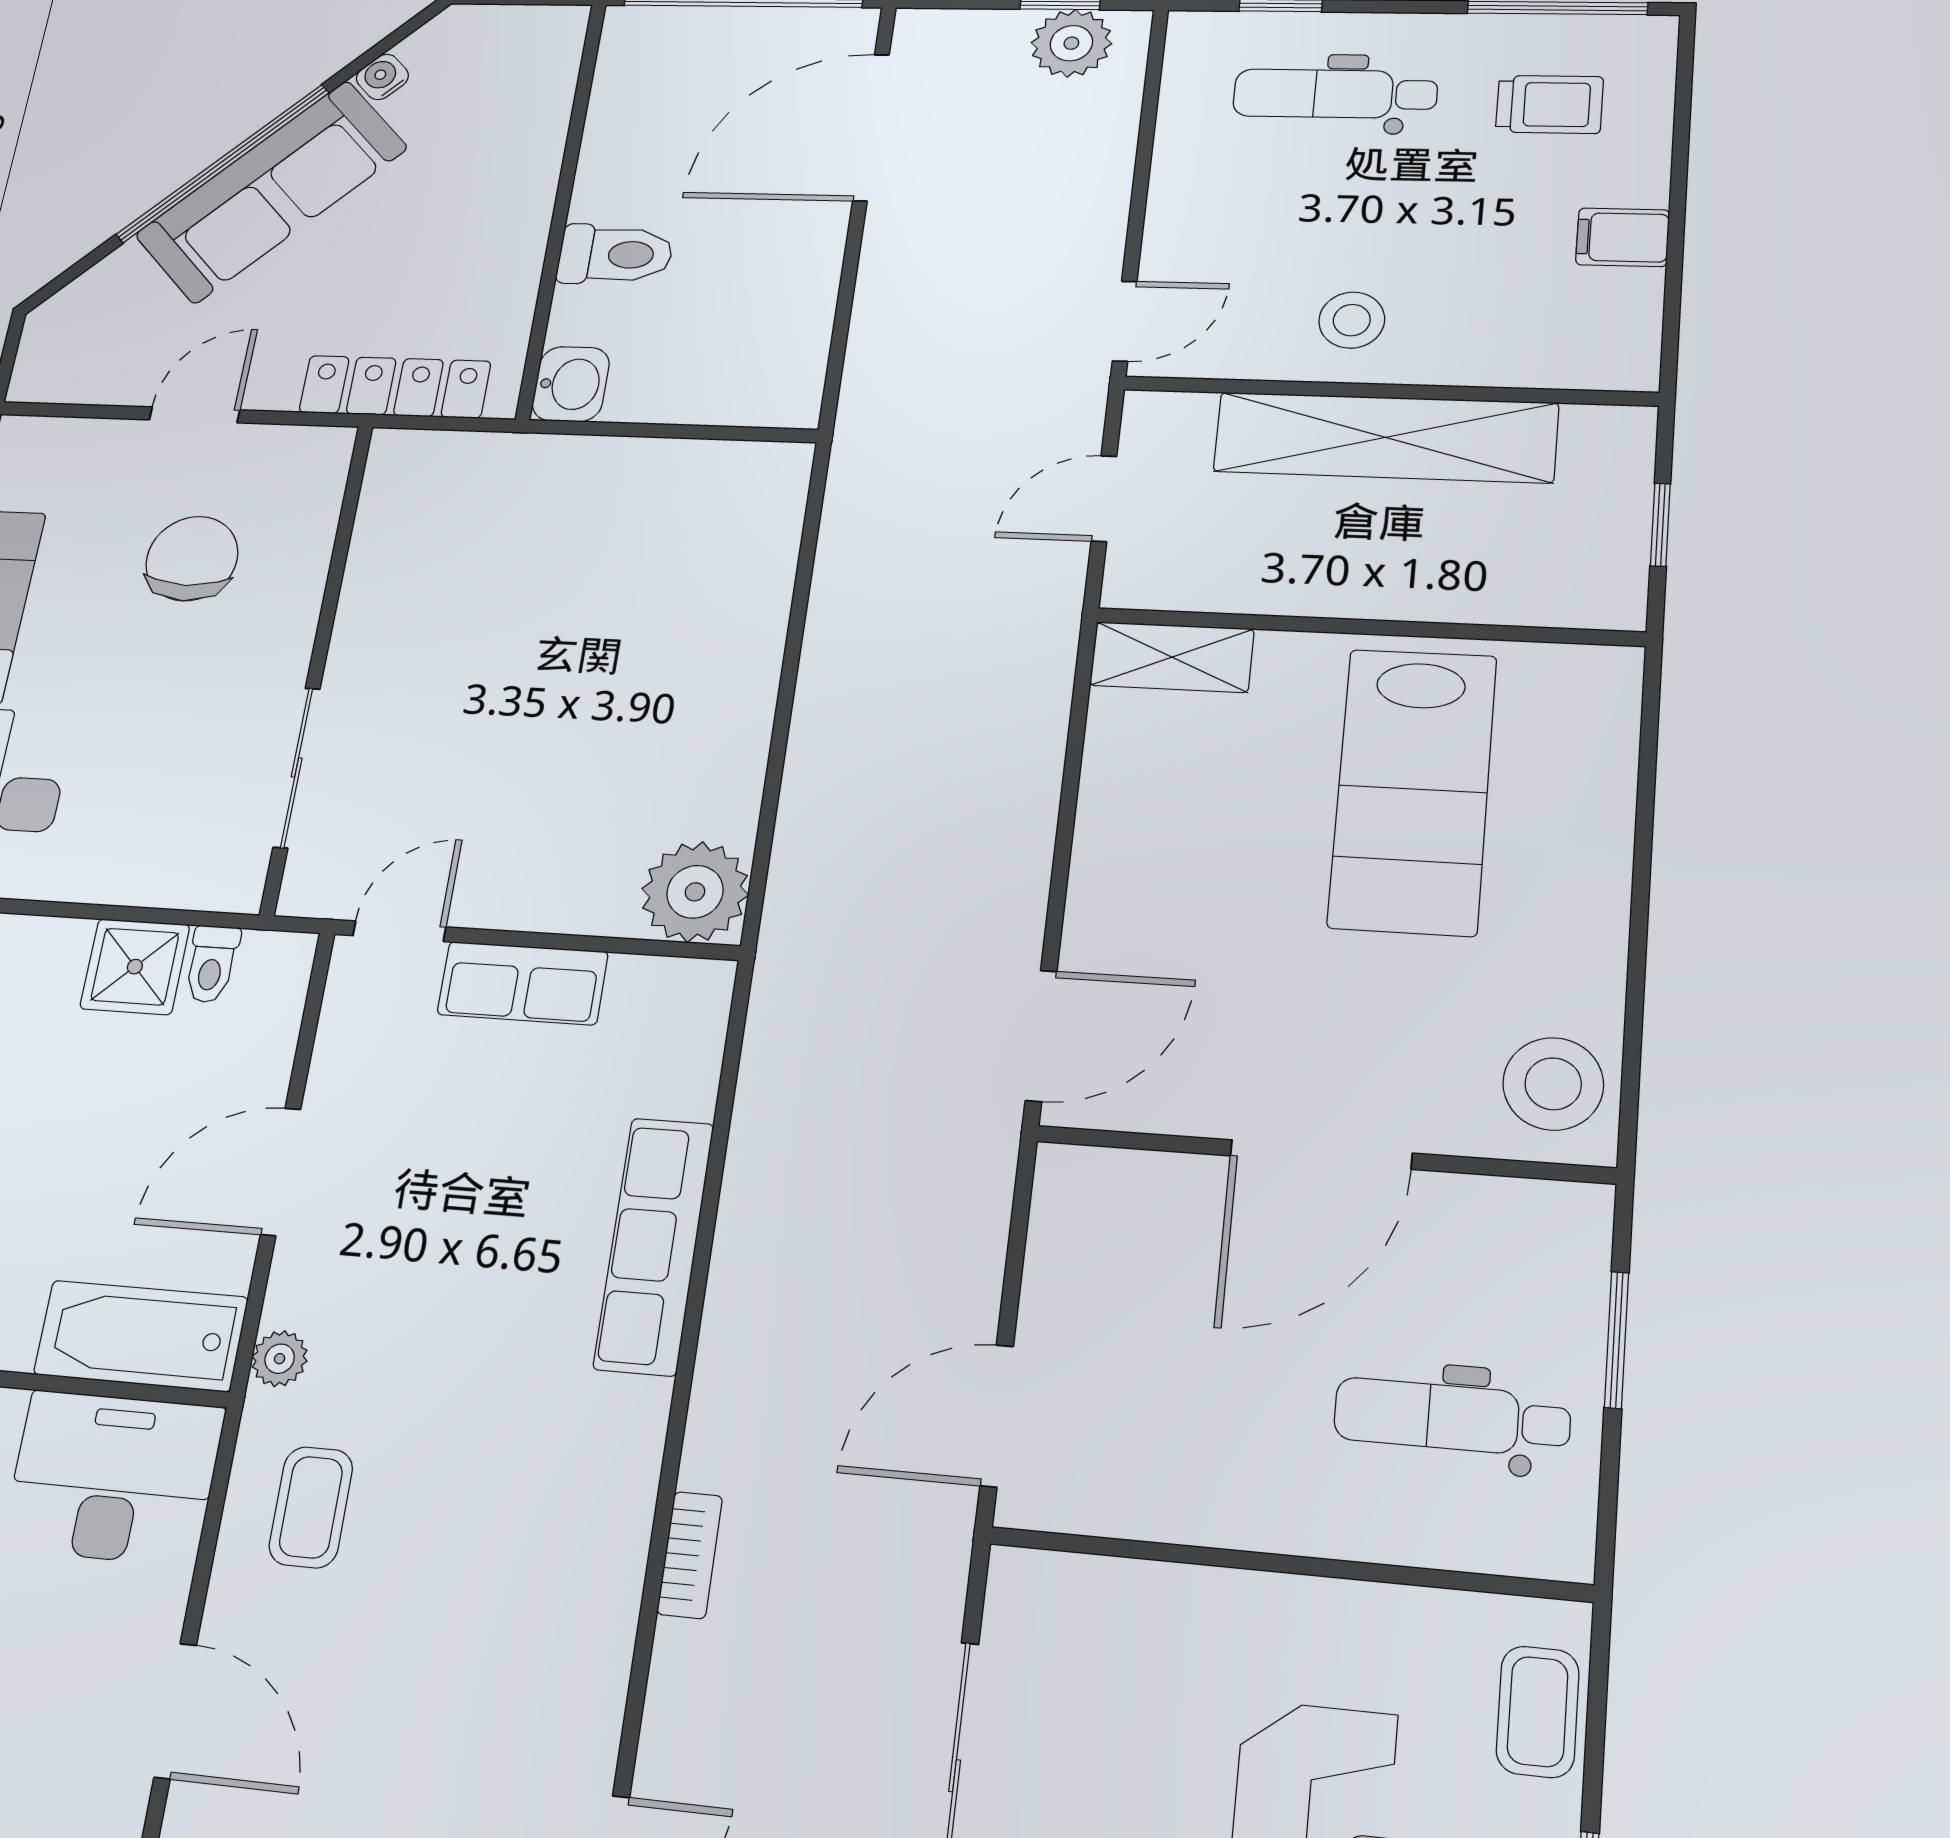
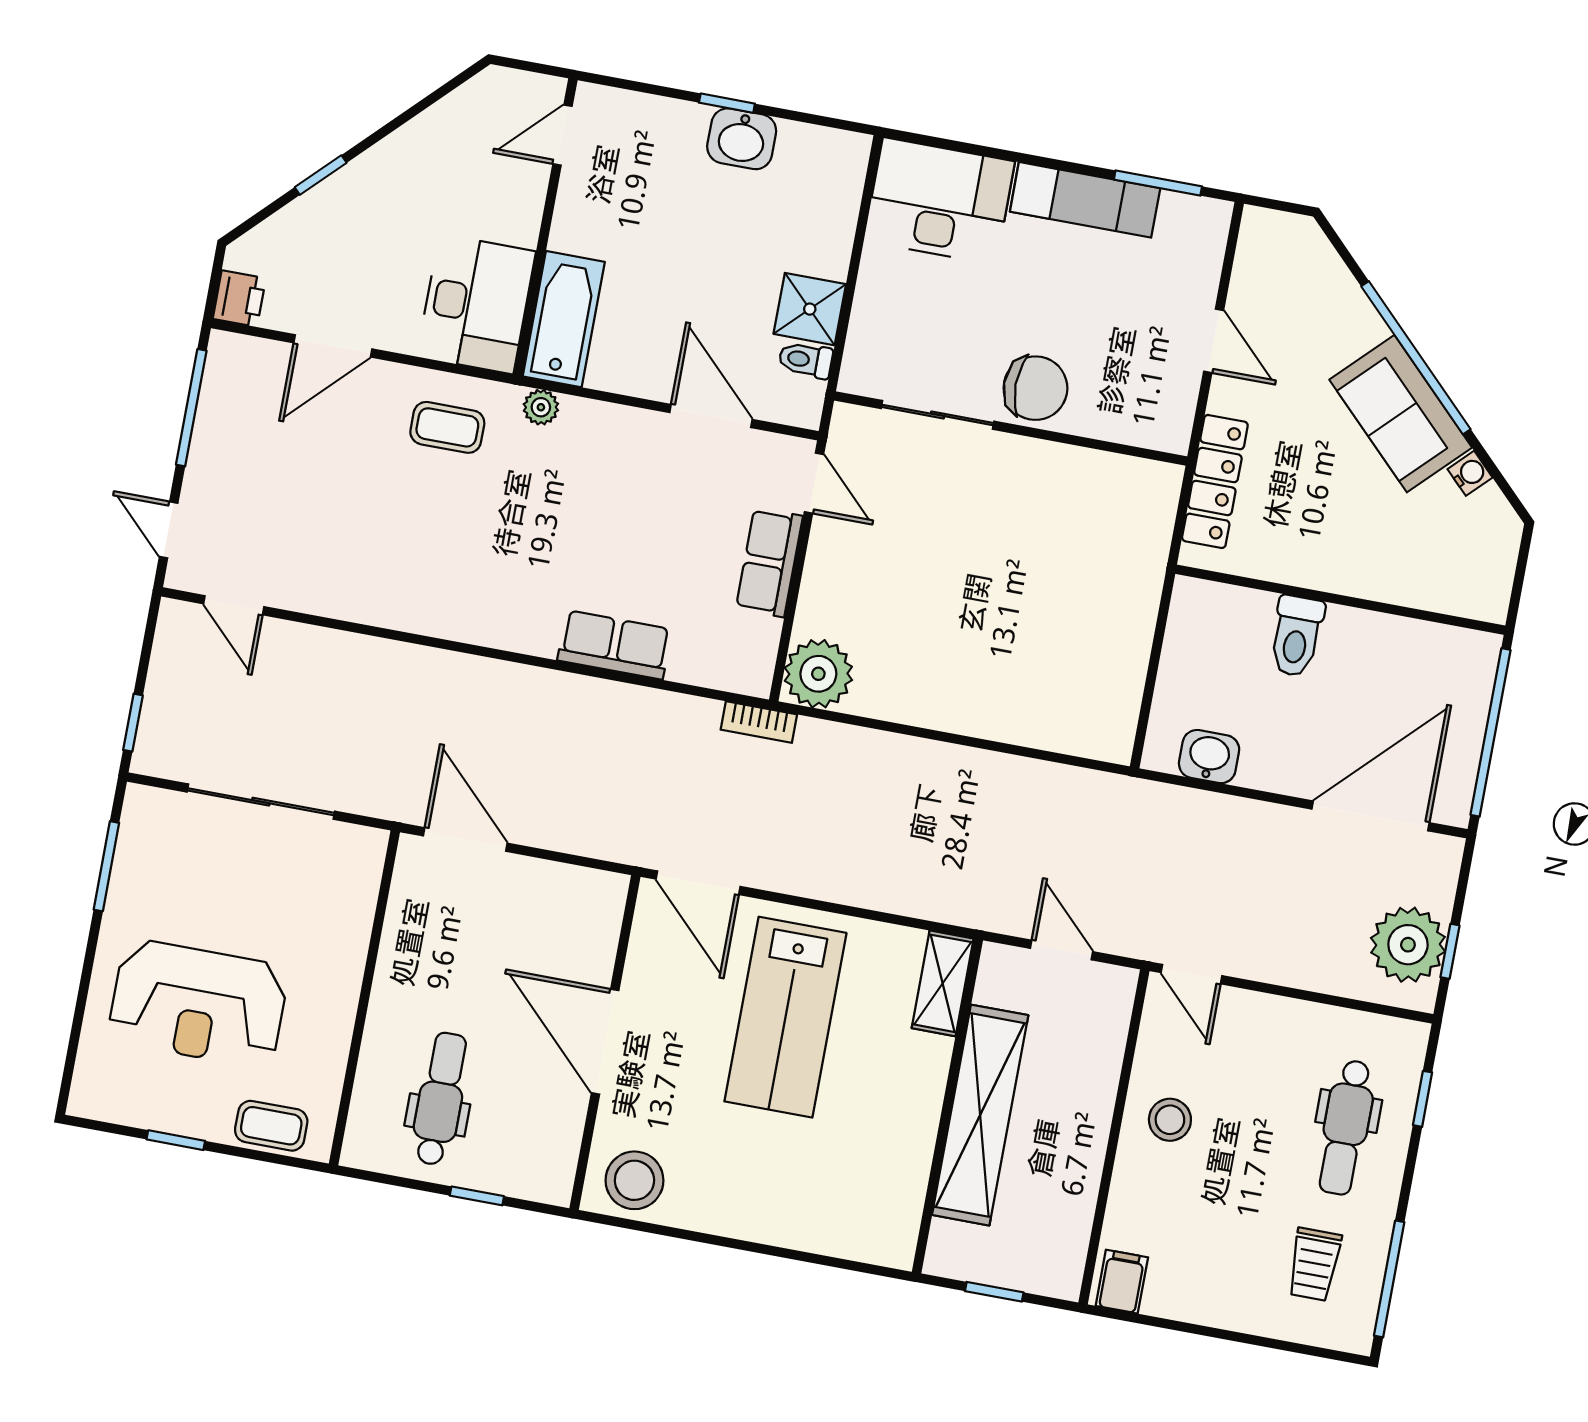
plant: (1071, 43) -> (1408, 945), width x1.36, depth x1.36
dental chair: (1335, 94) -> (1346, 1127), turned 180
door: (871, 127) -> (1371, 816), hinge flipped
sofa: (271, 192) -> (1401, 414), width x0.73
filing cabinet: (1623, 237) -> (1122, 1282), moved
washbasin: (571, 384) -> (1209, 757), moved, turned 180
shelving: (1385, 437) -> (980, 1115), moved
chair: (192, 559) -> (1035, 388), moved
lab bench: (1413, 791) -> (785, 1017), moved, turned -90
door: (281, 1172) -> (711, 416), moved
row of seats: (654, 1246) -> (615, 645), width x0.68
window: (1617, 1340) -> (477, 1196), width x0.67
bookcase: (690, 1555) -> (759, 722), moved

